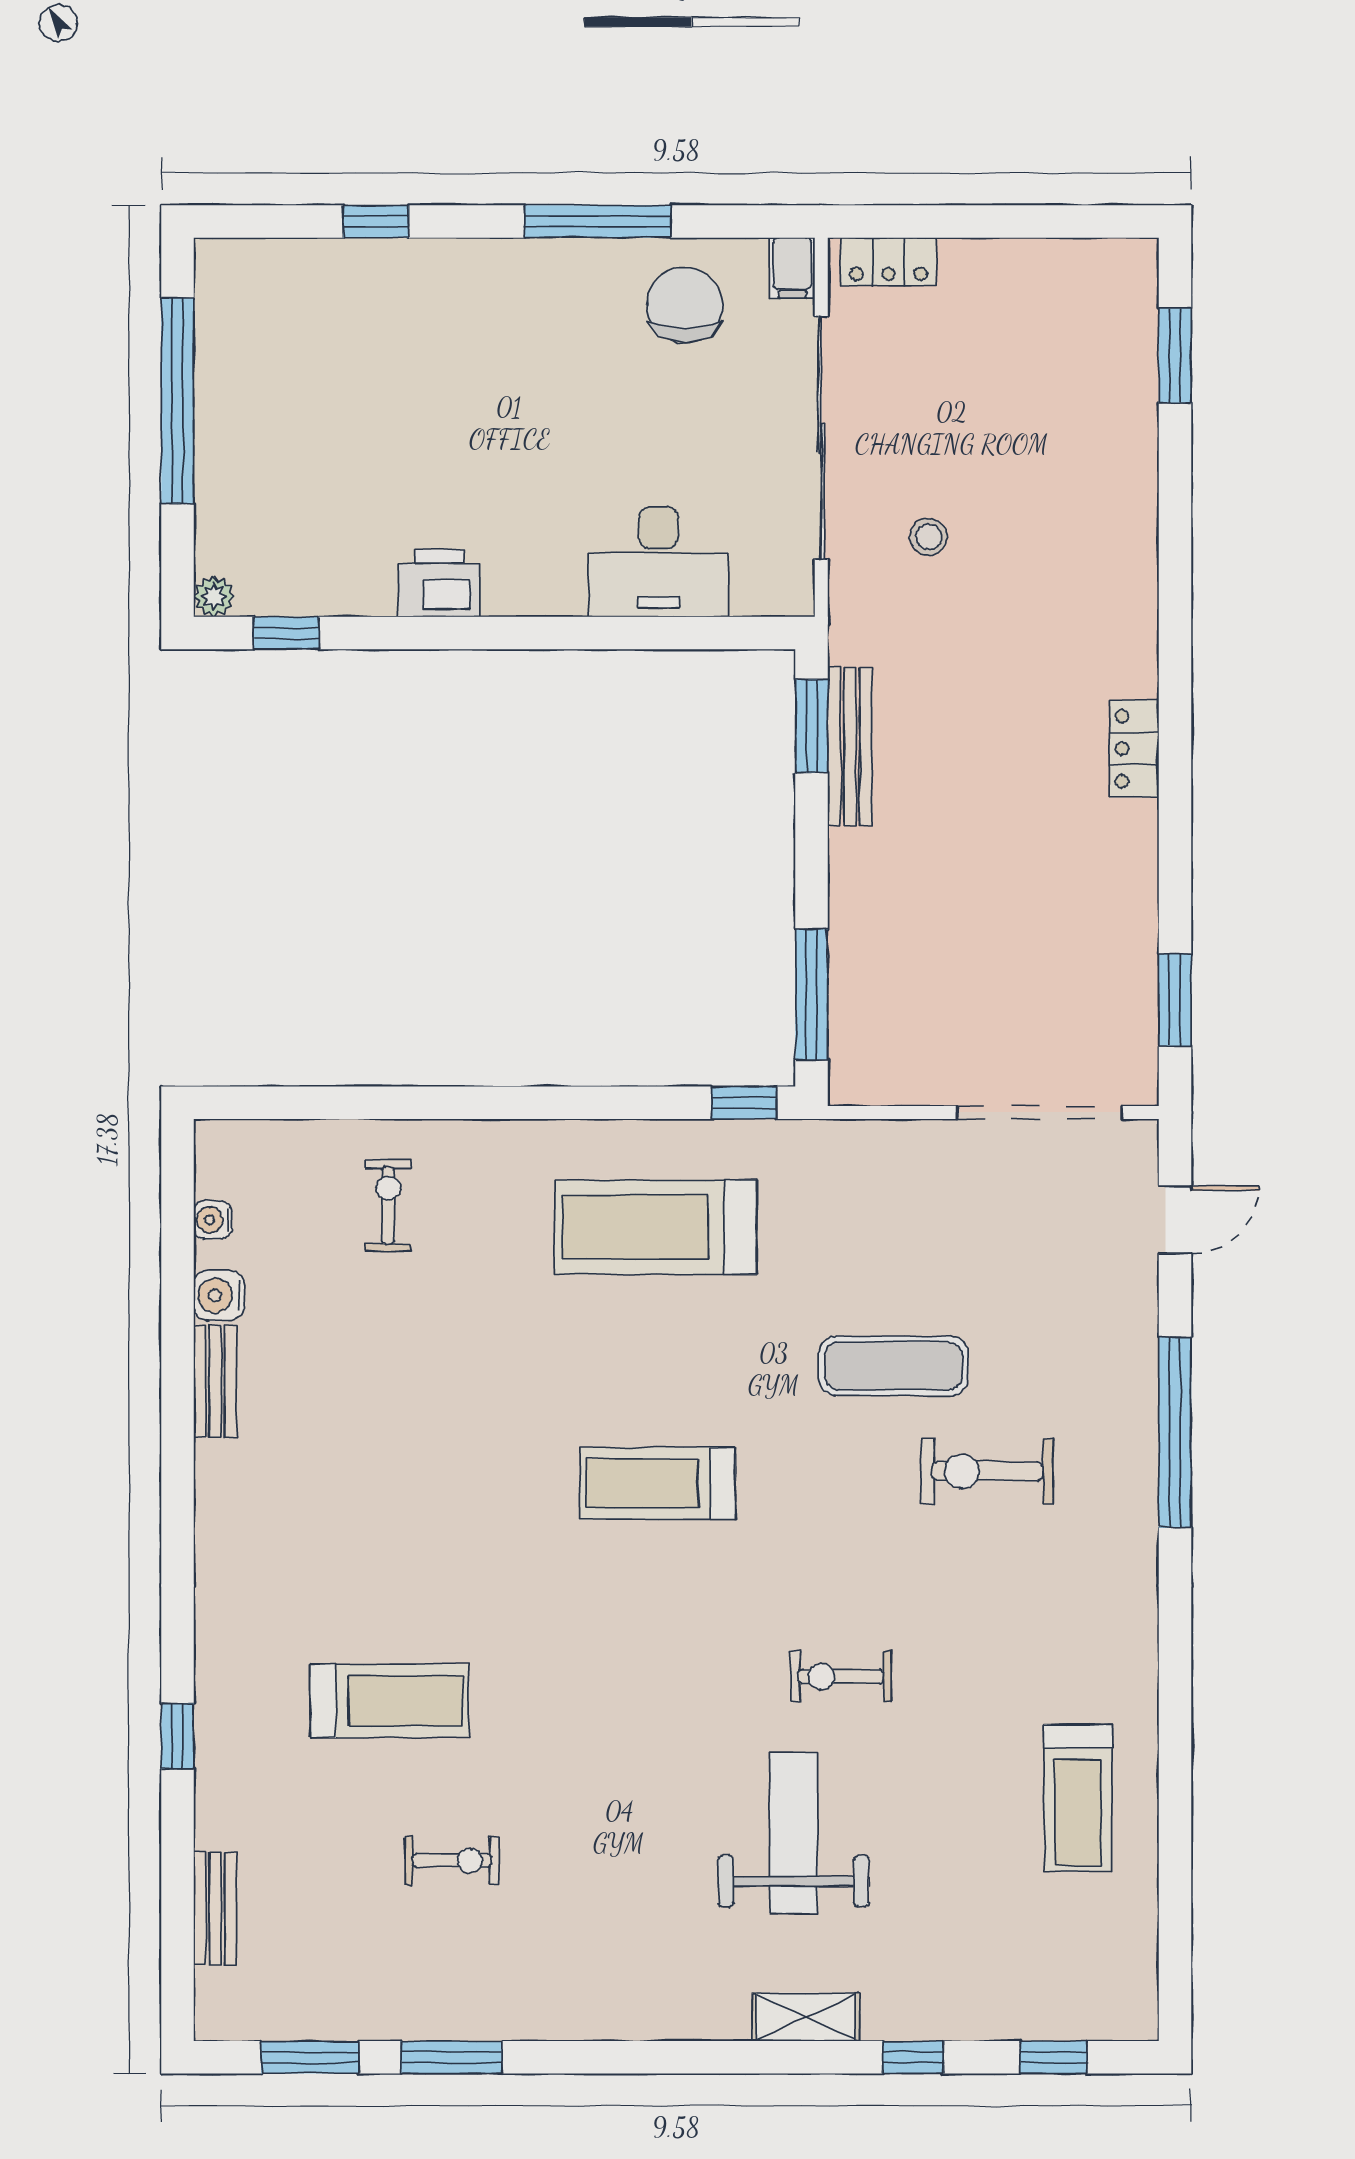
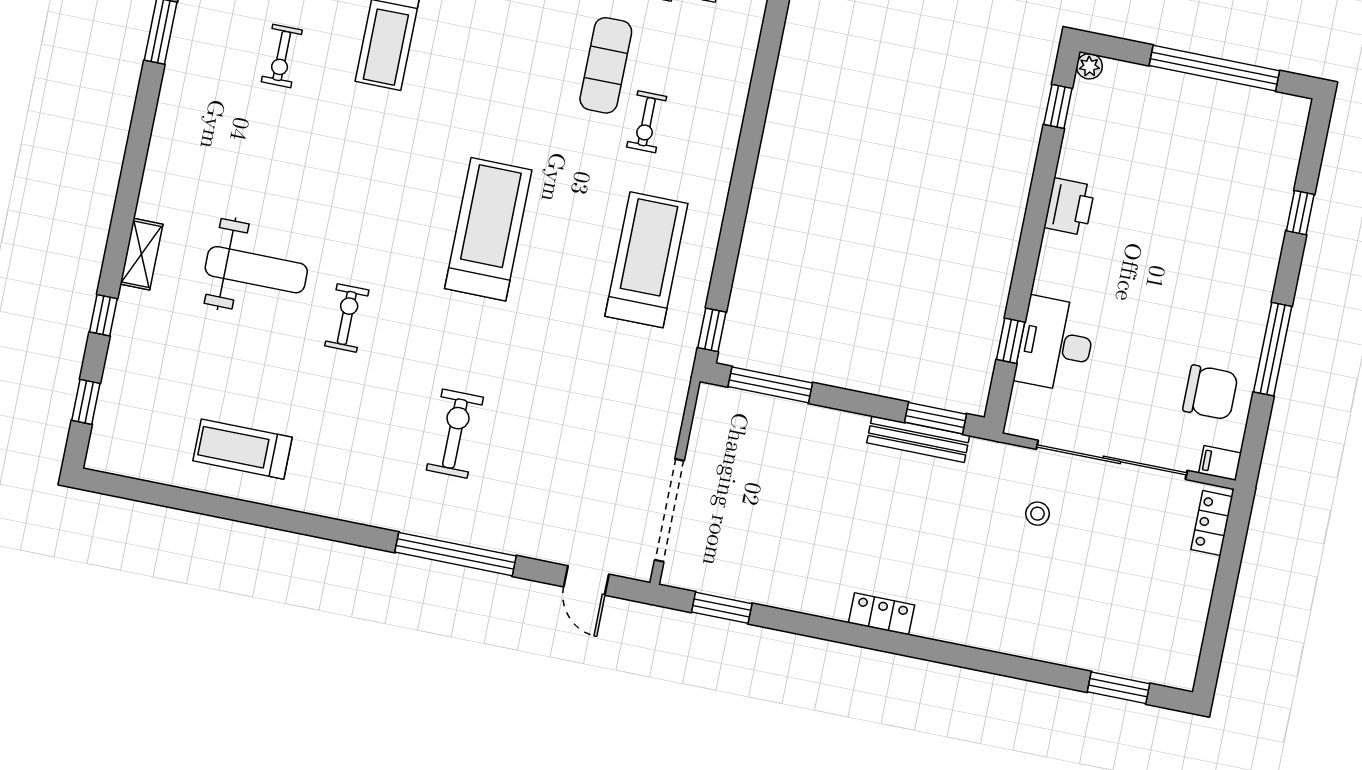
window: (667, 633) -> (1011, 341), added
exercise bike: (388, 1205) -> (647, 122), moved, turned 90
exercise mat: (894, 1366) -> (606, 65), moved
treadmill: (658, 1484) -> (488, 229), width x1.37, depth x1.38

